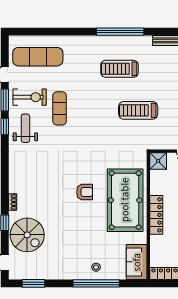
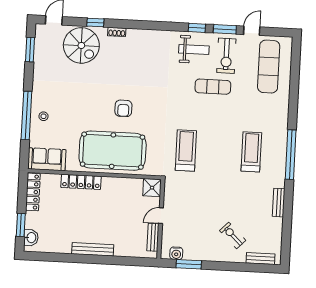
treadmill: (138, 110) -> (186, 150), moved
locker: (156, 215) -> (81, 182), moved
spiral stairs: (27, 235) -> (81, 45), turned -90

